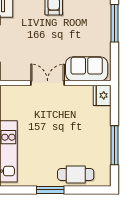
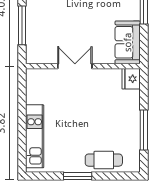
sofa: (87, 69) -> (128, 42), moved, turned -90

